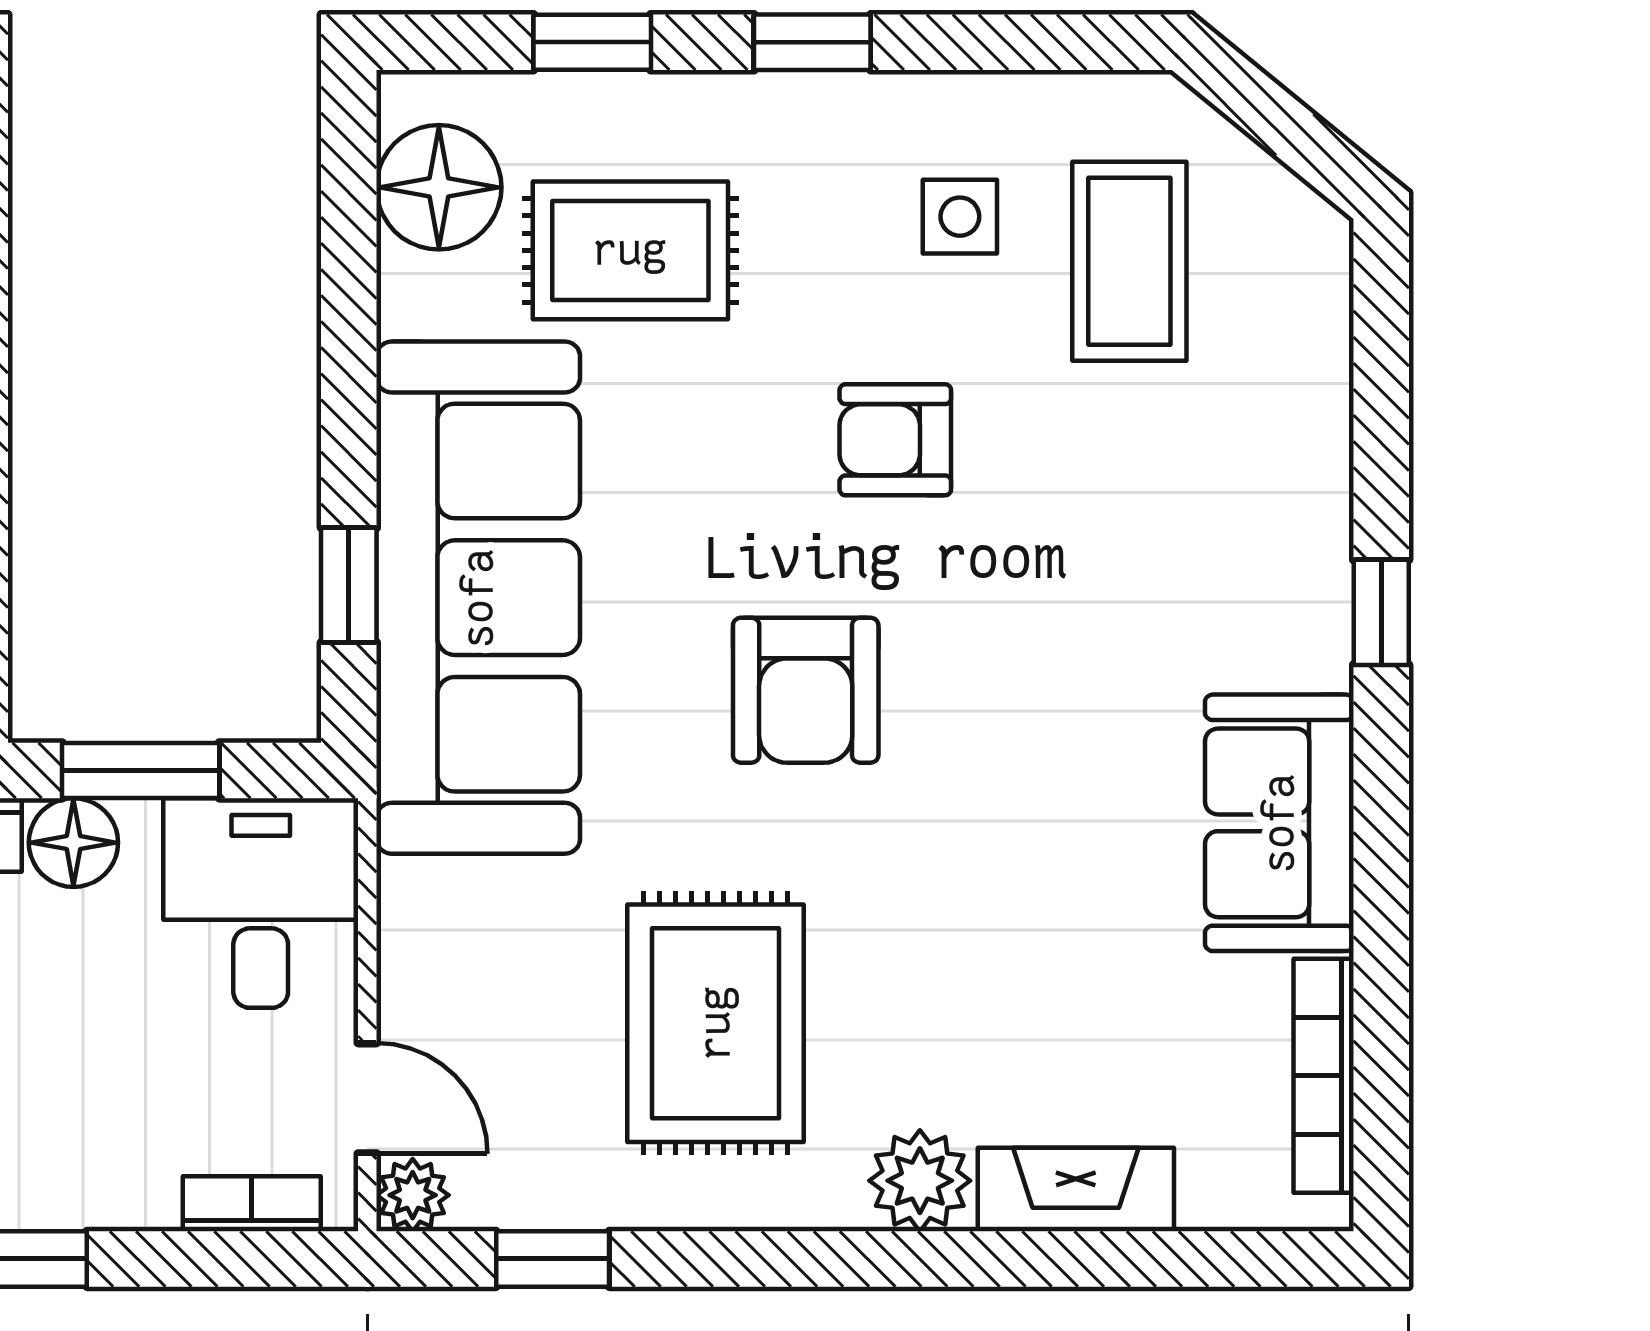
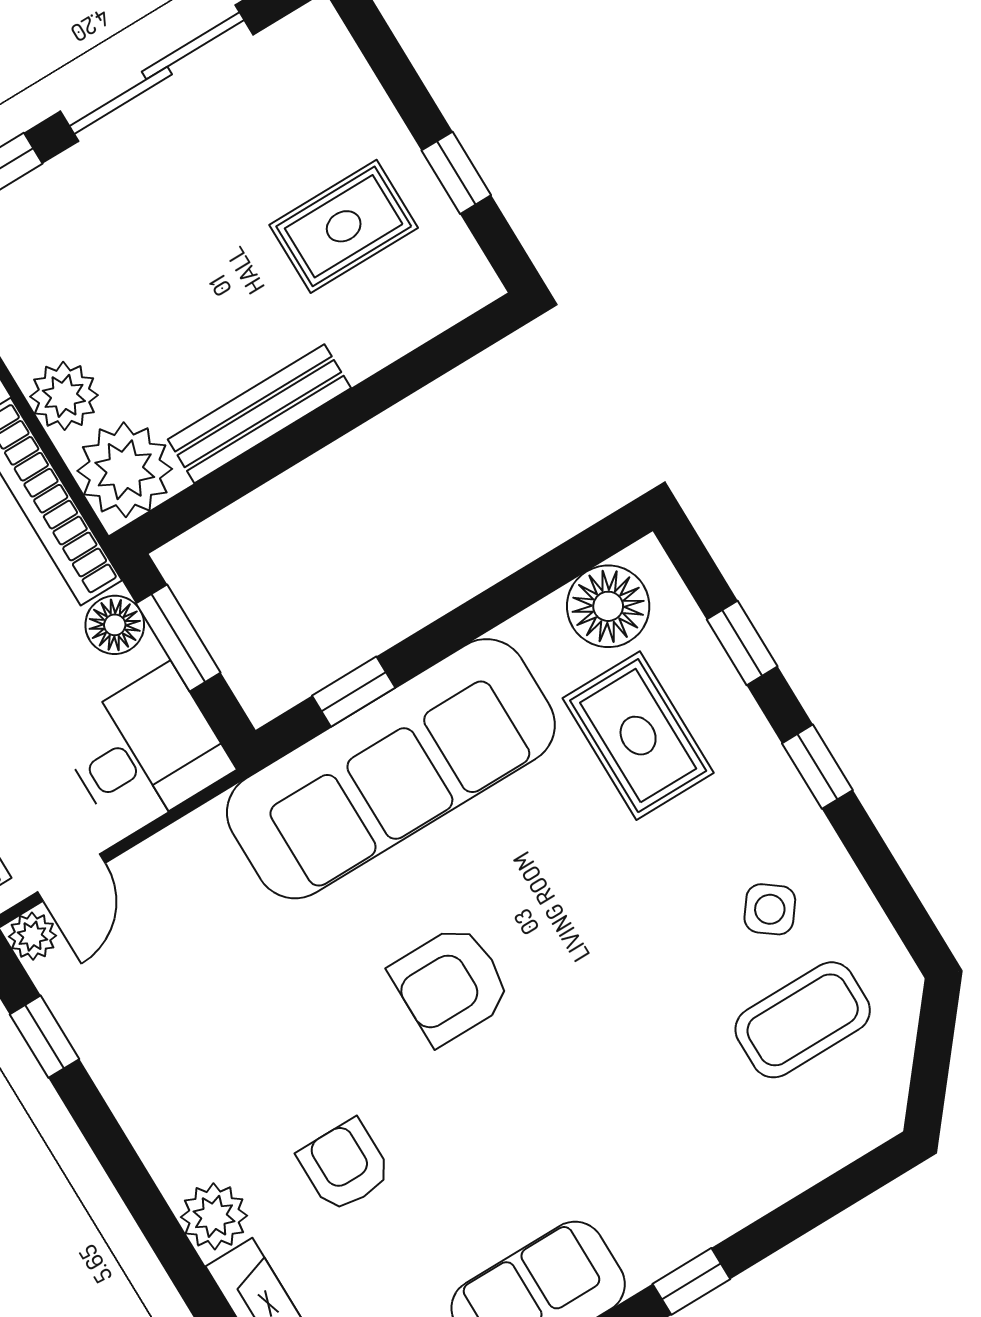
side table: (960, 217) -> (770, 909), turned 37
armchair: (895, 440) -> (345, 1166), moved
rug: (715, 1023) -> (233, 1048), removed

